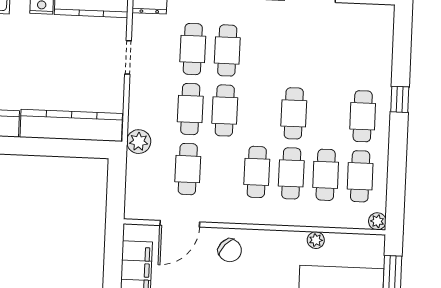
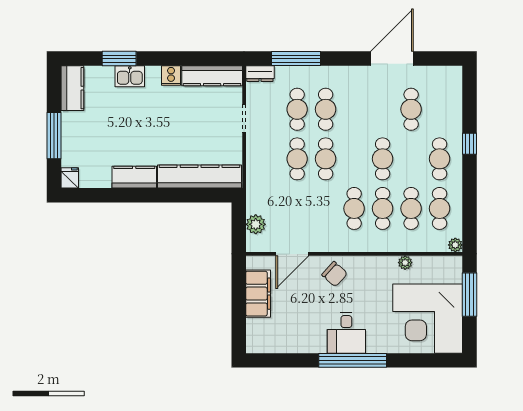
plant: (139, 142) -> (256, 224), moved
cafe table: (188, 169) -> (411, 109), moved

